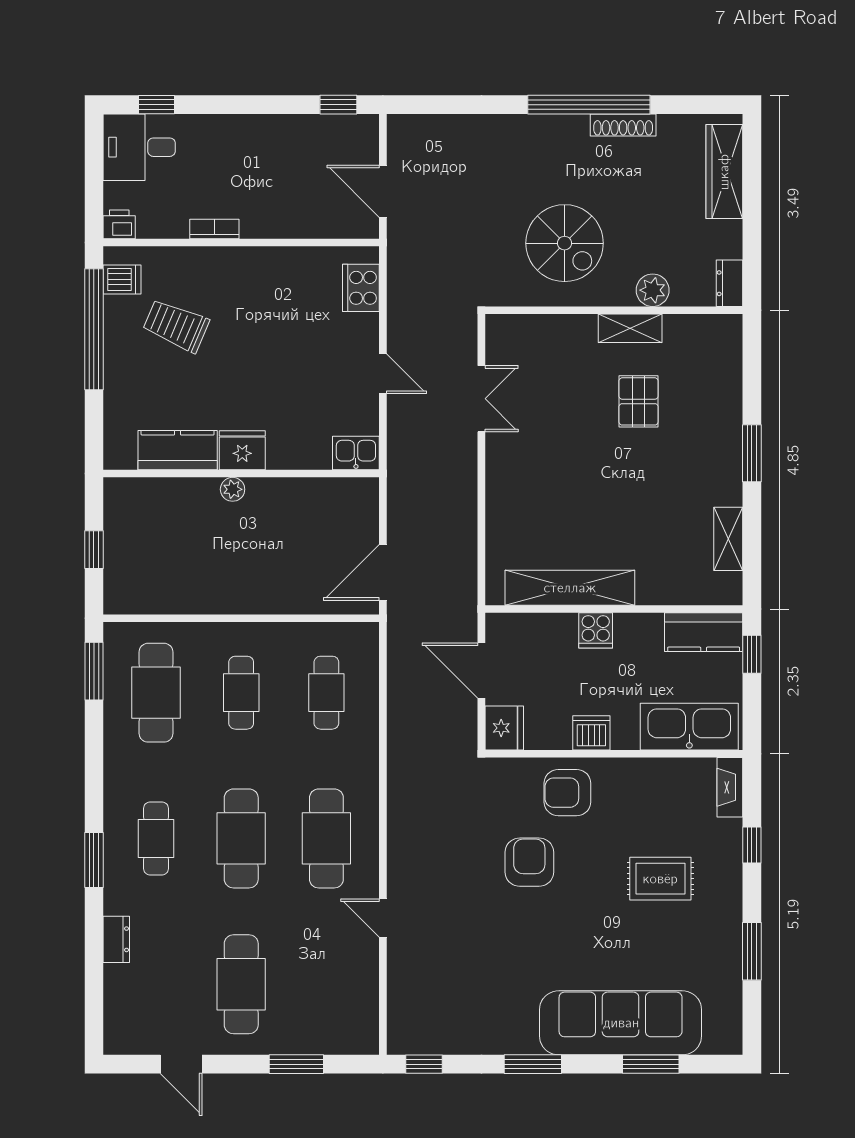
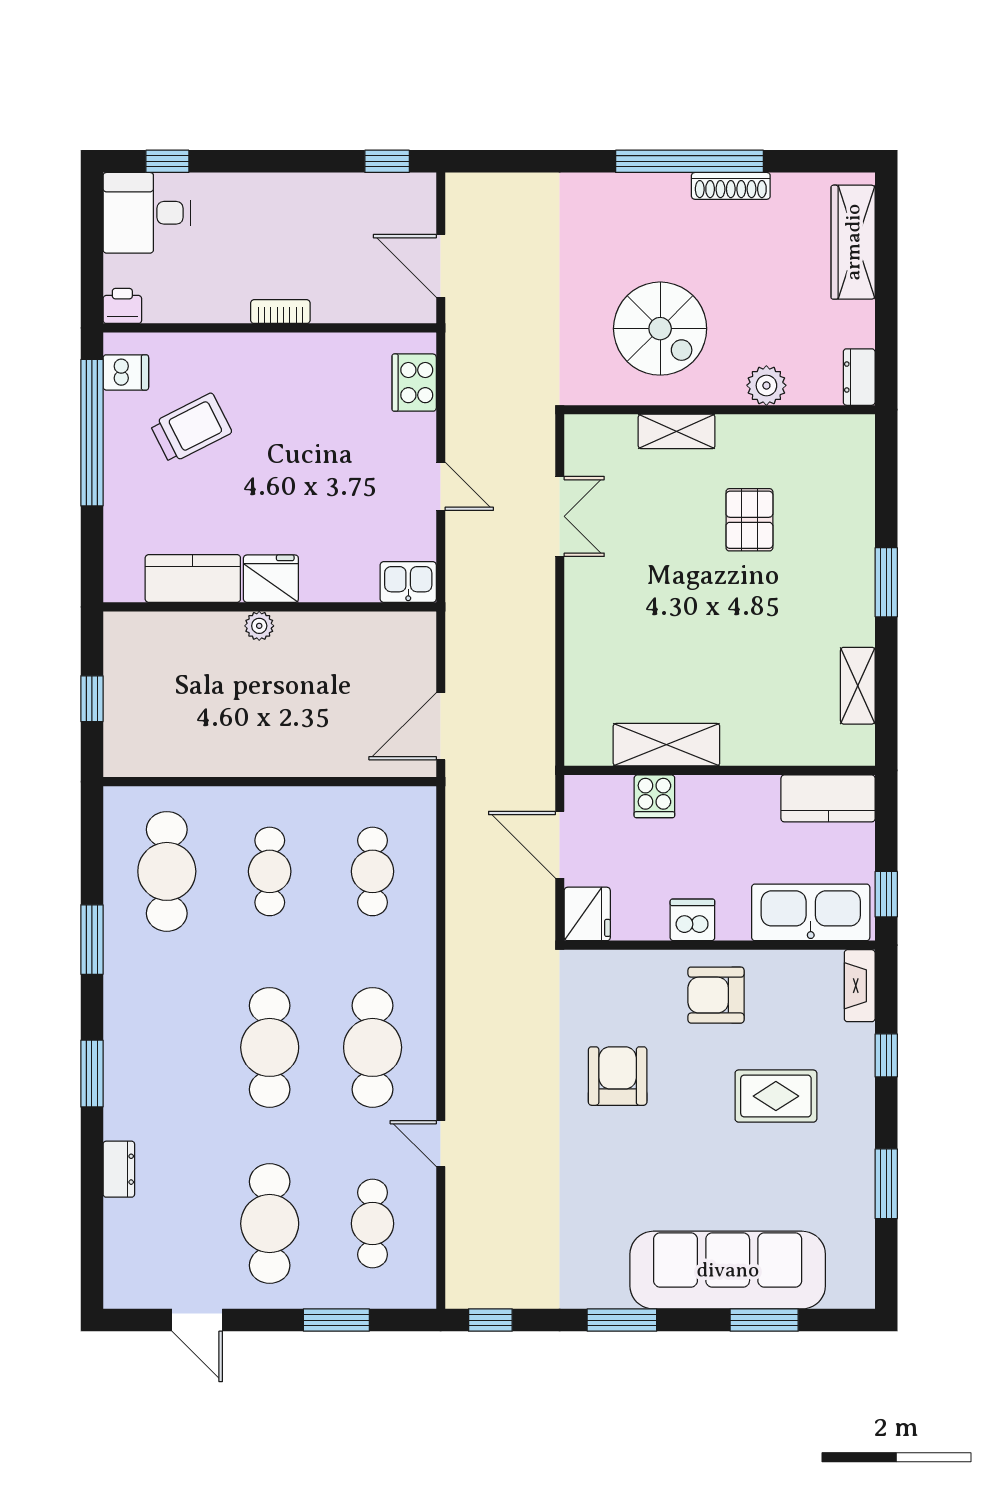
bookcase: (214, 229) -> (280, 312), moved
trolley: (176, 326) -> (191, 428), turned 130
shelving: (630, 328) -> (677, 431), moved
shelving: (570, 588) -> (666, 745), width x0.68
cooker: (596, 630) -> (654, 796), moved
window: (752, 654) -> (886, 894), moved
window: (94, 671) -> (92, 940), moved
armchair: (567, 793) -> (716, 995), moved
cafe table: (156, 838) -> (373, 1224), moved

